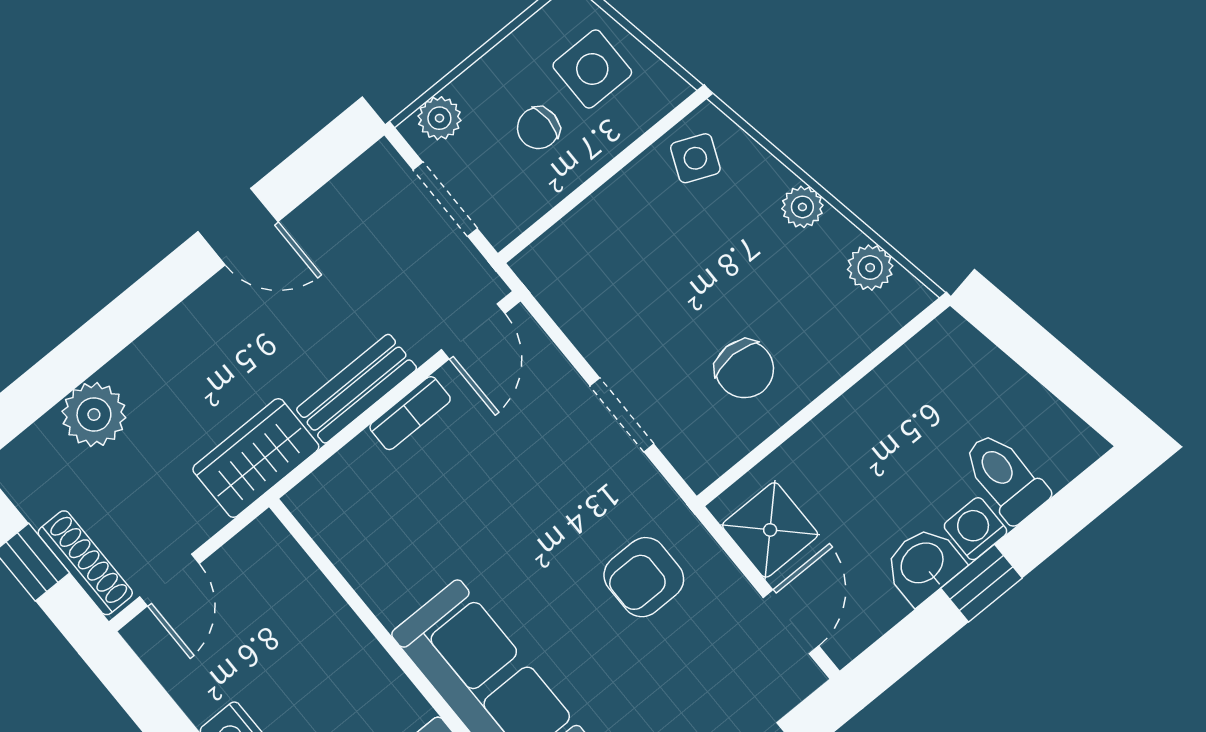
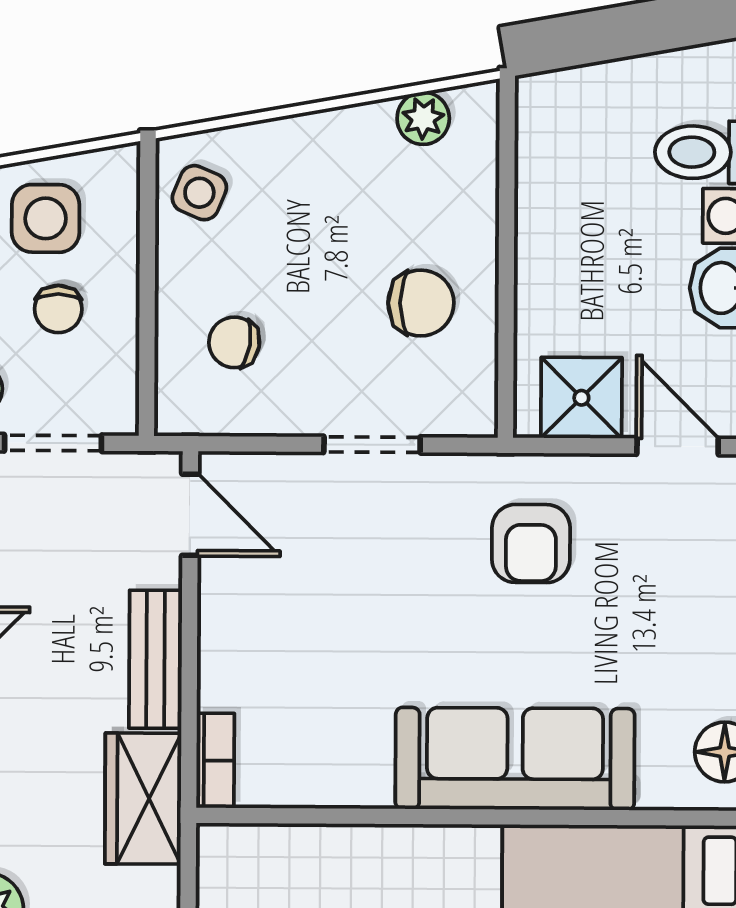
plant: (802, 207) -> (320, 134), removed
chair: (614, 265) -> (234, 342), added
bookcase: (410, 413) -> (215, 761), moved

